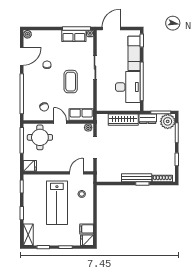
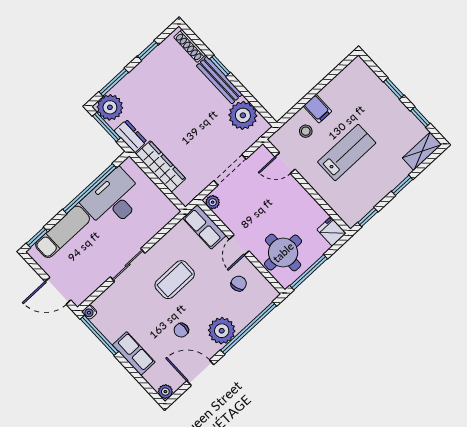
row of seats: (74, 36) -> (134, 354), moved
plant: (31, 81) -> (222, 331), added
plant: (113, 174) -> (243, 115), added
lab bench: (57, 203) -> (347, 153), width x0.73, depth x0.72
filing cabinet: (87, 229) -> (317, 109), moved
fridge: (87, 240) -> (359, 69), removed

